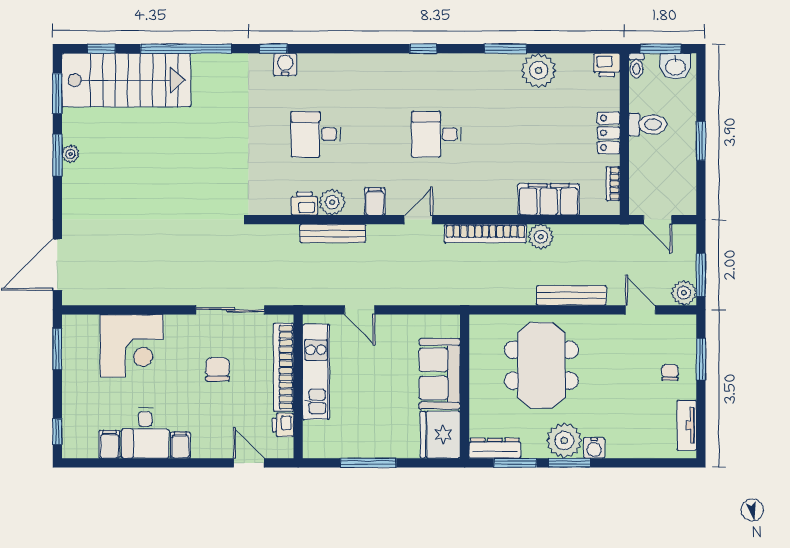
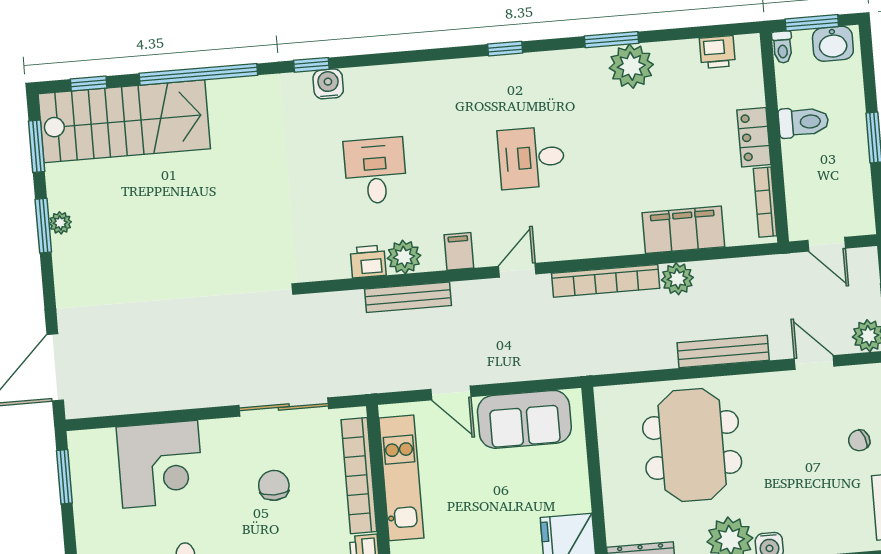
printer: (607, 65) -> (717, 52), moved
plant: (538, 70) -> (631, 66), moved
desk: (316, 134) -> (375, 171), turned 90
bookcase: (613, 183) -> (765, 202), width x1.56
chair: (670, 372) -> (859, 440), turned -111
sofa: (440, 374) -> (524, 419), moved, turned -90

